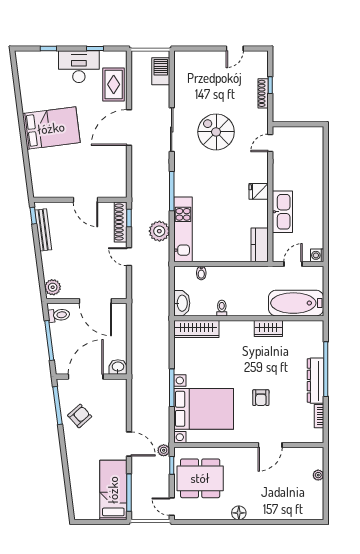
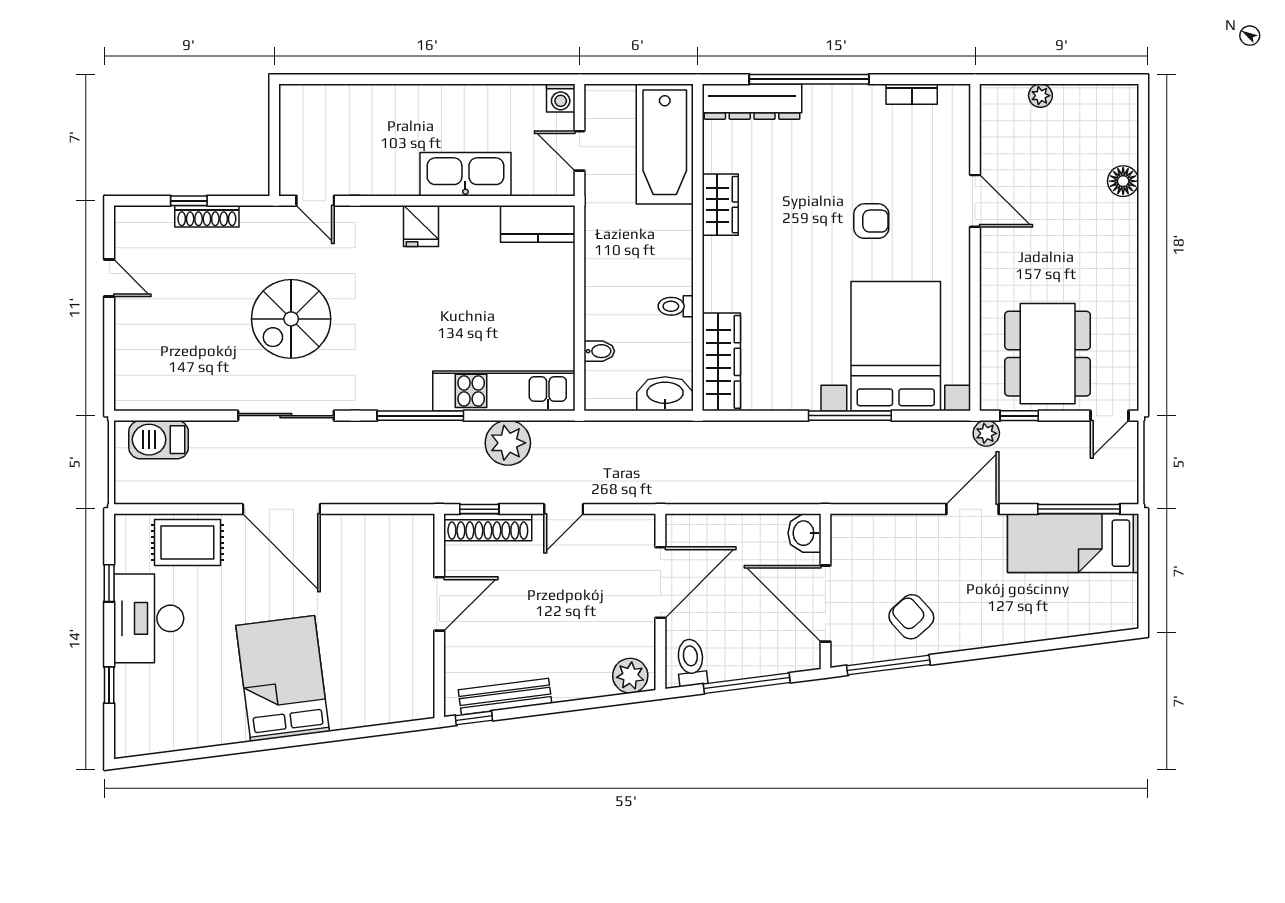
dresser: (316, 381) -> (752, 102), moved
floor lamp: (239, 513) -> (1123, 181), moved

